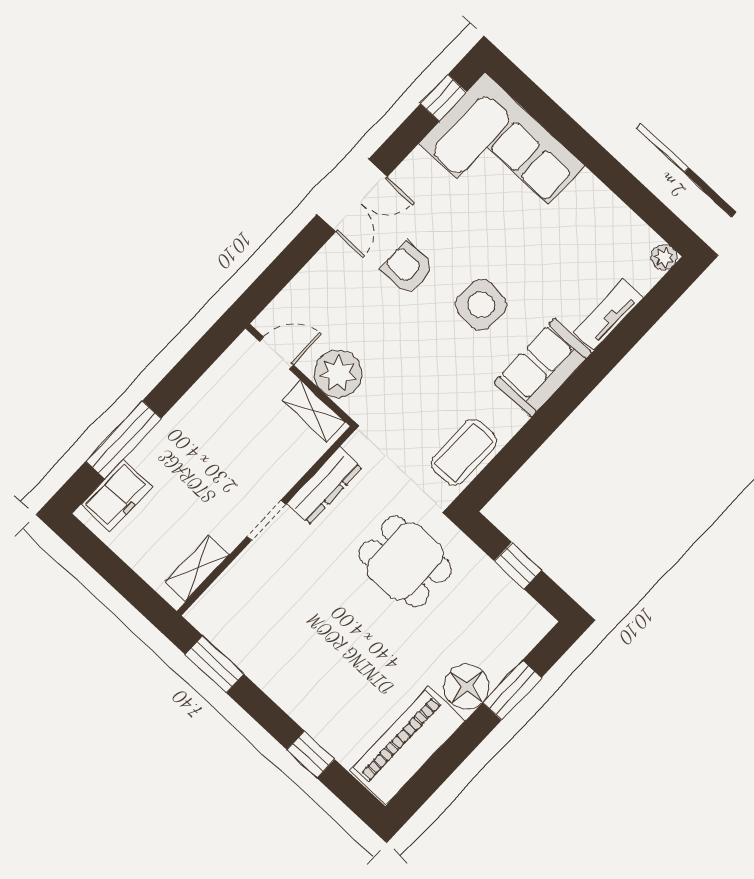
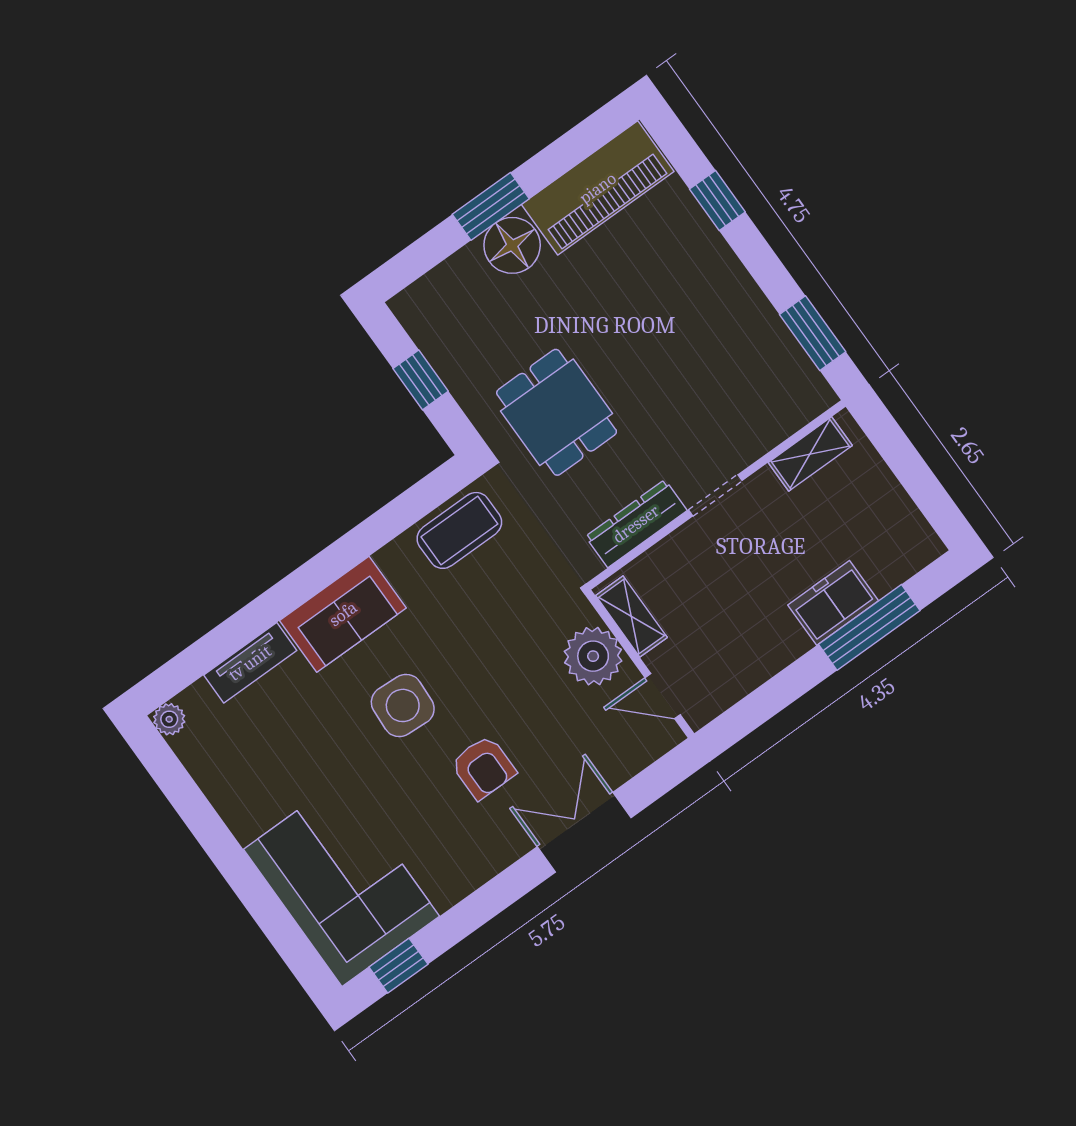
double door: (352, 196) -> (584, 832), moved
freezer: (117, 496) -> (833, 603), moved
window: (512, 690) -> (491, 206), moved

